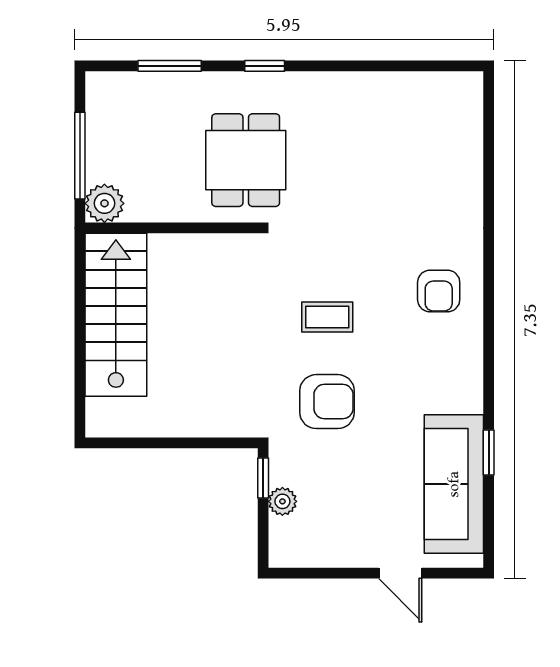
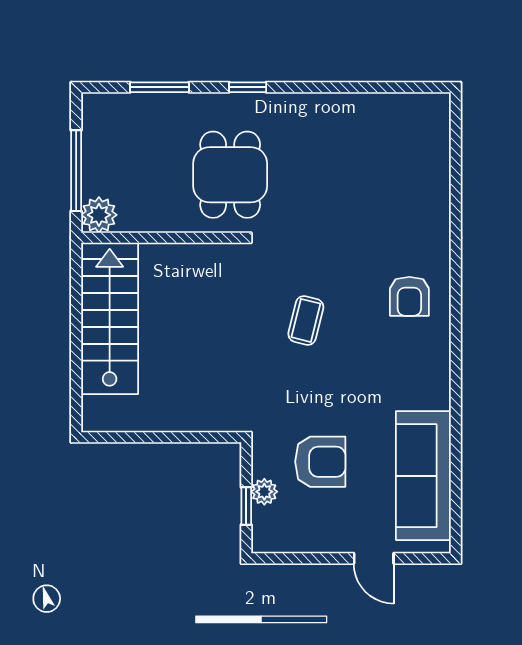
coffee table: (327, 317) -> (306, 320), turned -76
armchair: (327, 402) -> (320, 462), moved
window: (489, 452) -> (456, 446), removed
window: (263, 478) -> (246, 506), moved

